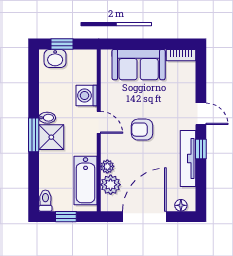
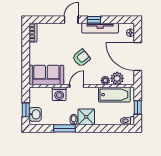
sofa: (139, 65) -> (46, 75), moved, turned -90
armchair: (142, 130) -> (81, 58), turned -129
window: (34, 135) -> (64, 128), moved

